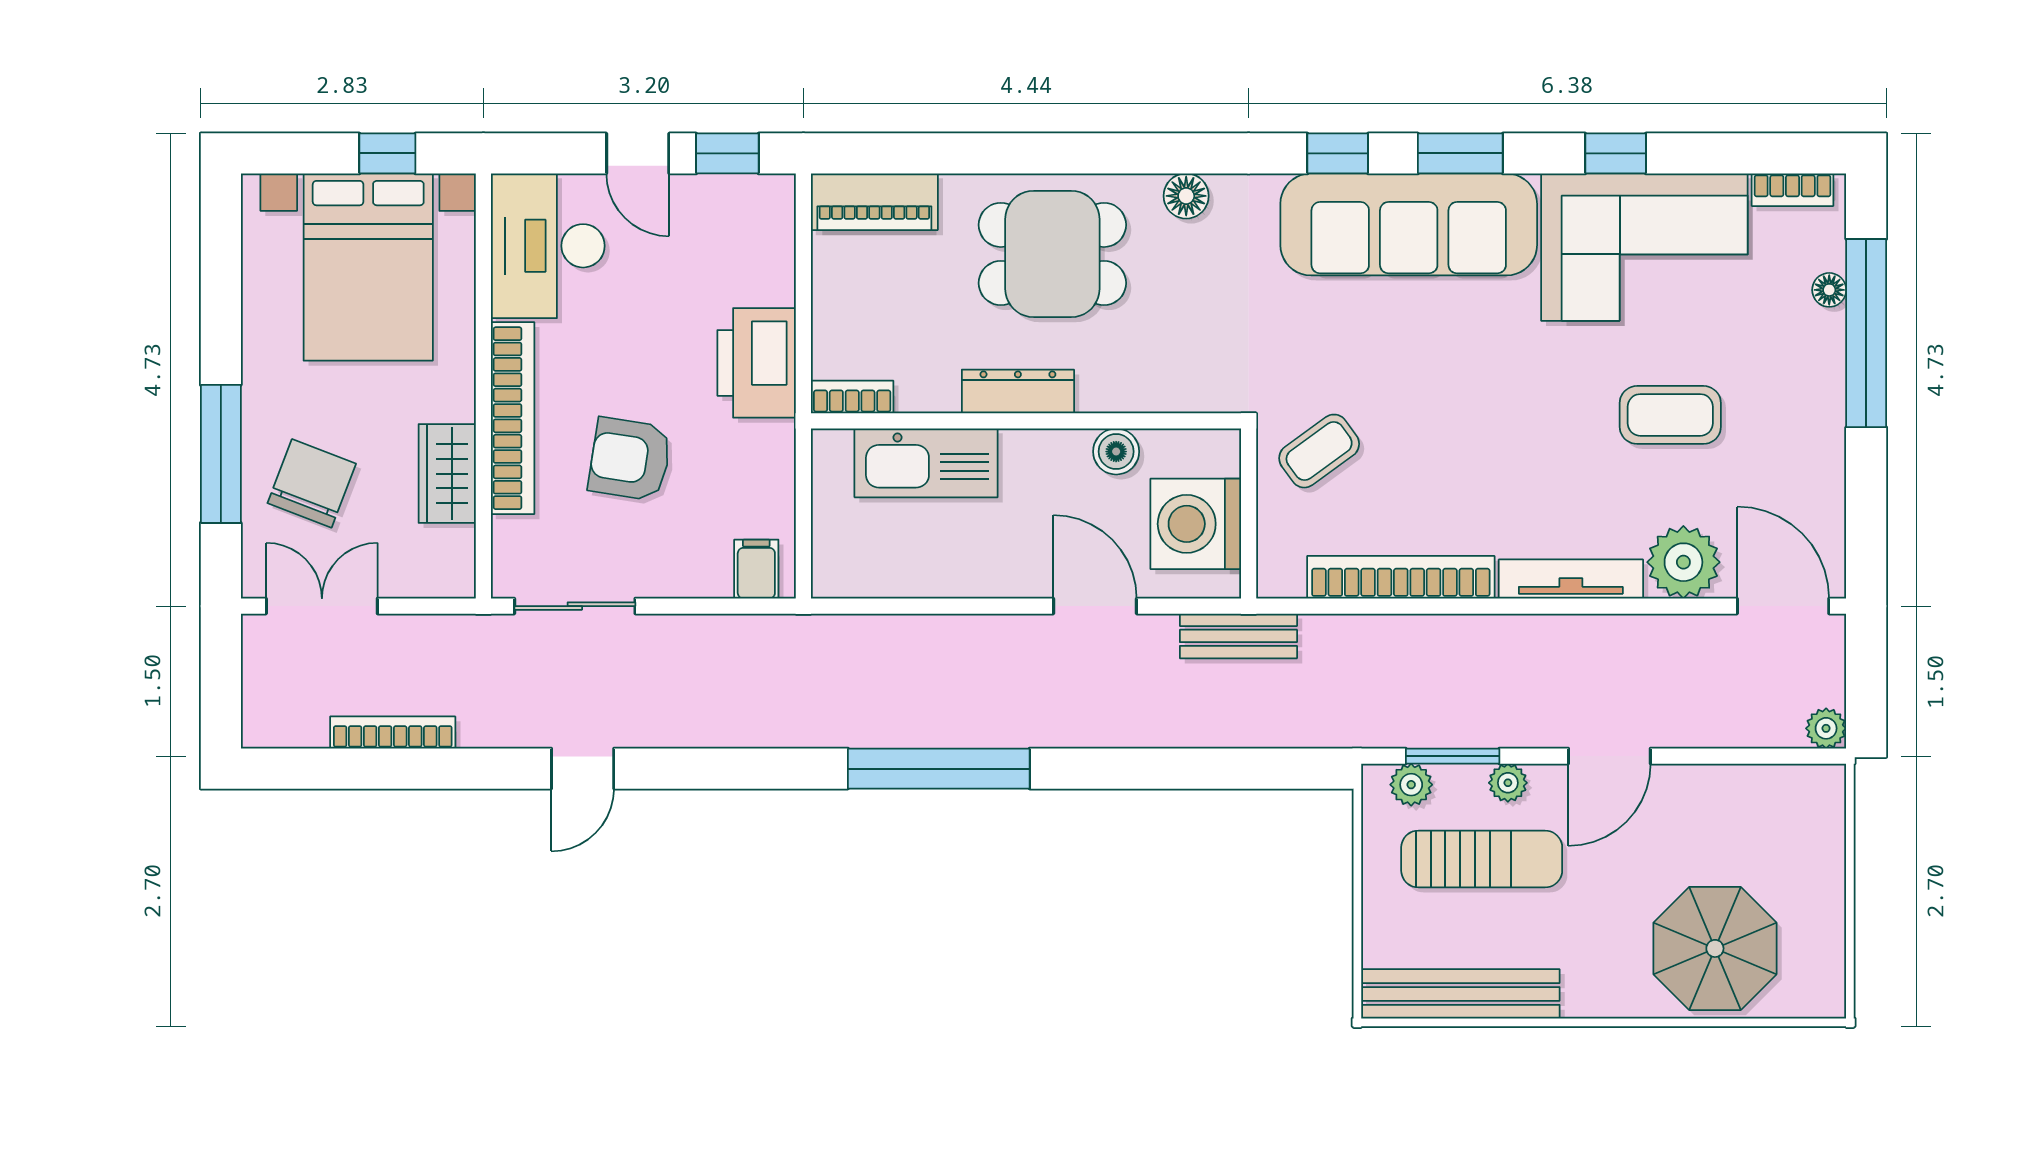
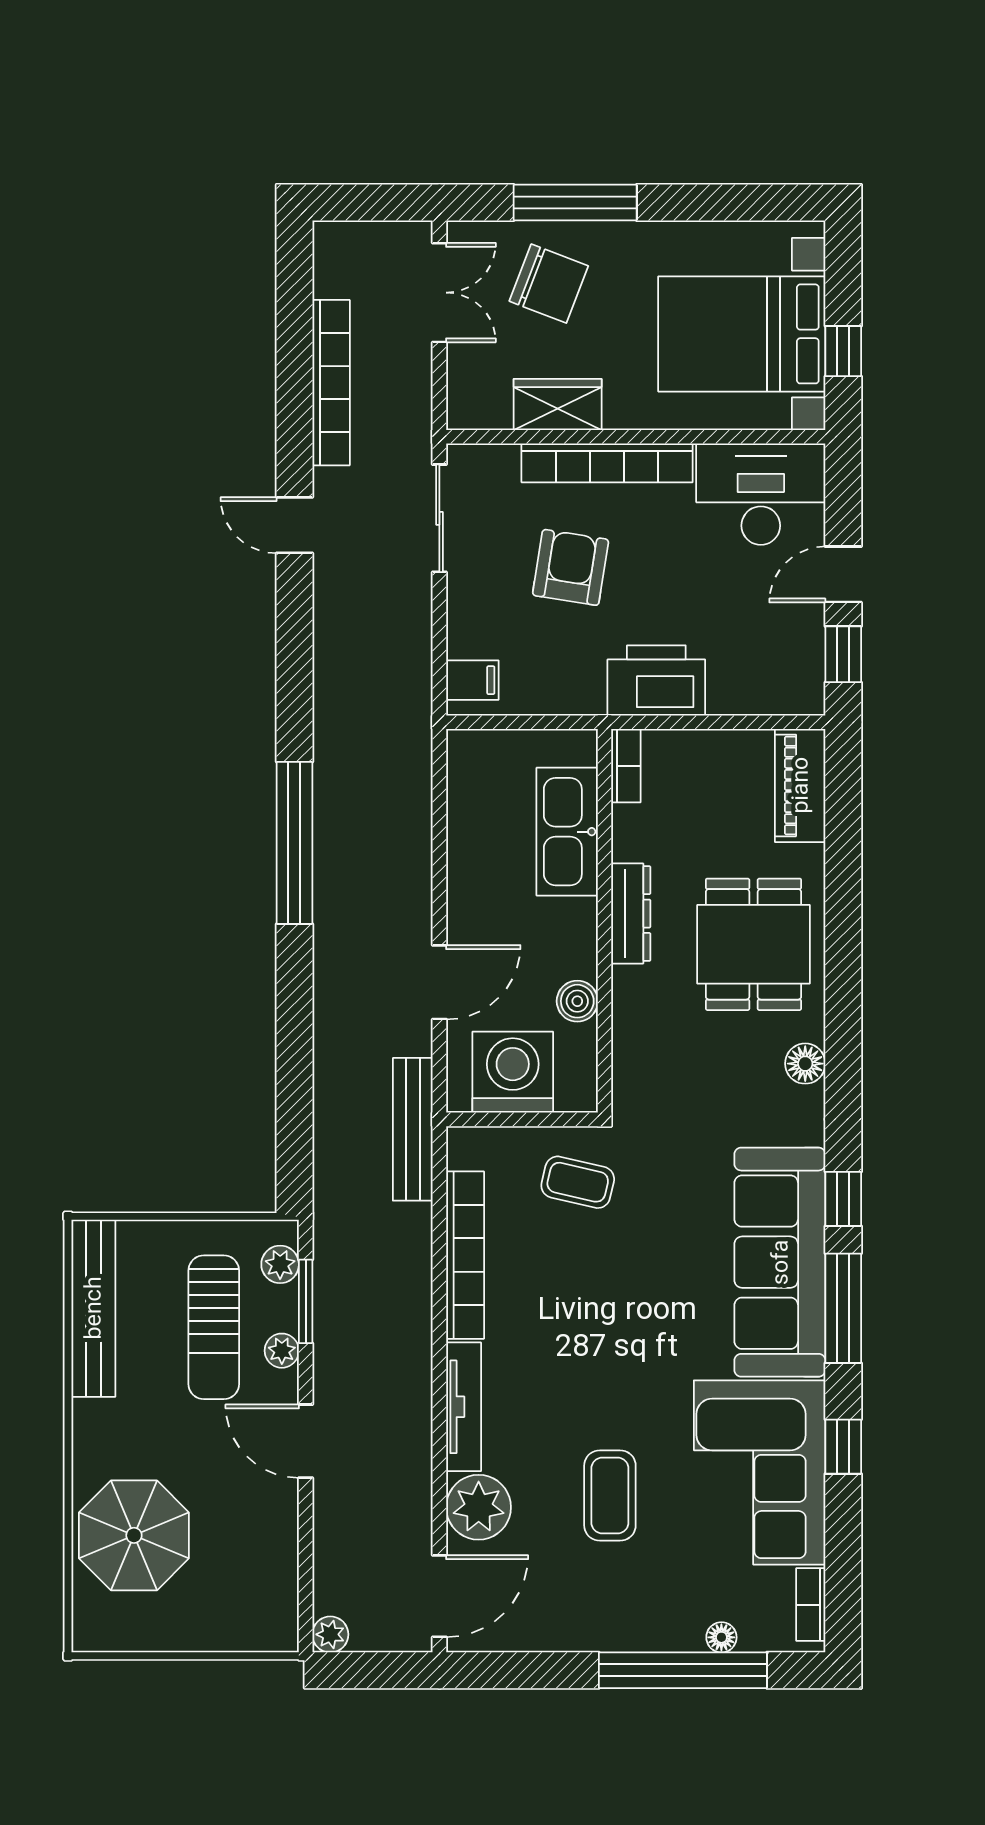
window: (1460, 153) -> (843, 1308), width x1.44
coffee table: (1319, 451) -> (578, 1182), turned -41
bench: (1238, 636) -> (413, 1129), width x1.36
bookcase: (393, 733) -> (331, 383), width x1.48, depth x1.31

